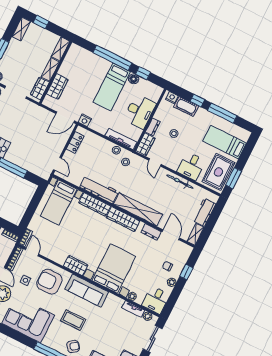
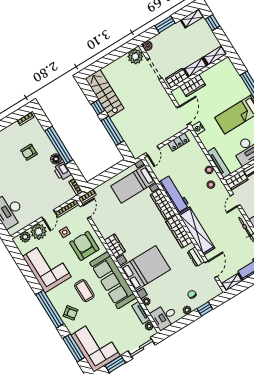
door: (65, 117) -> (183, 115), swing flipped
sofa: (87, 291) -> (113, 280), width x1.36, depth x1.27

